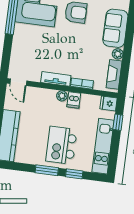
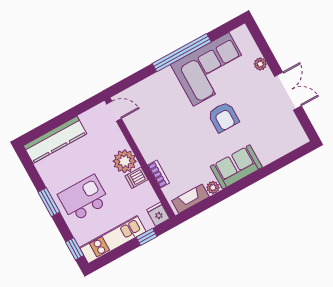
tv unit: (56, 79) -> (144, 145), removed
door: (18, 82) -> (114, 111), swing flipped
plant: (62, 96) -> (125, 161), width x1.88, depth x1.88
window: (74, 174) -> (75, 249), moved

